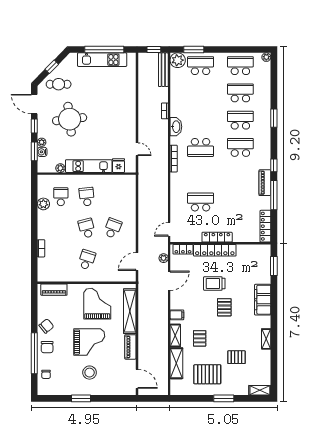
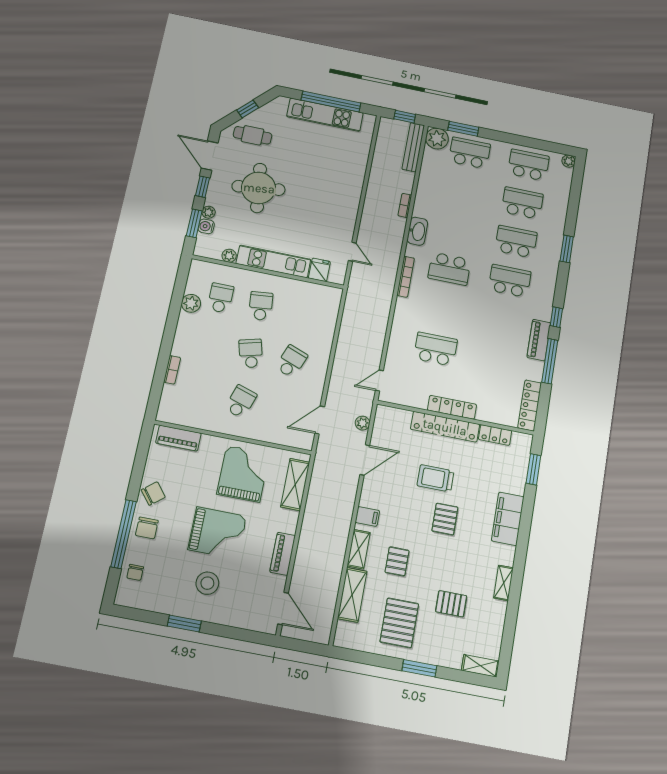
locker: (183, 249) -> (495, 435), moved
shelving: (130, 311) -> (295, 485), width x0.68
pallet: (207, 374) -> (399, 623), turned 90

